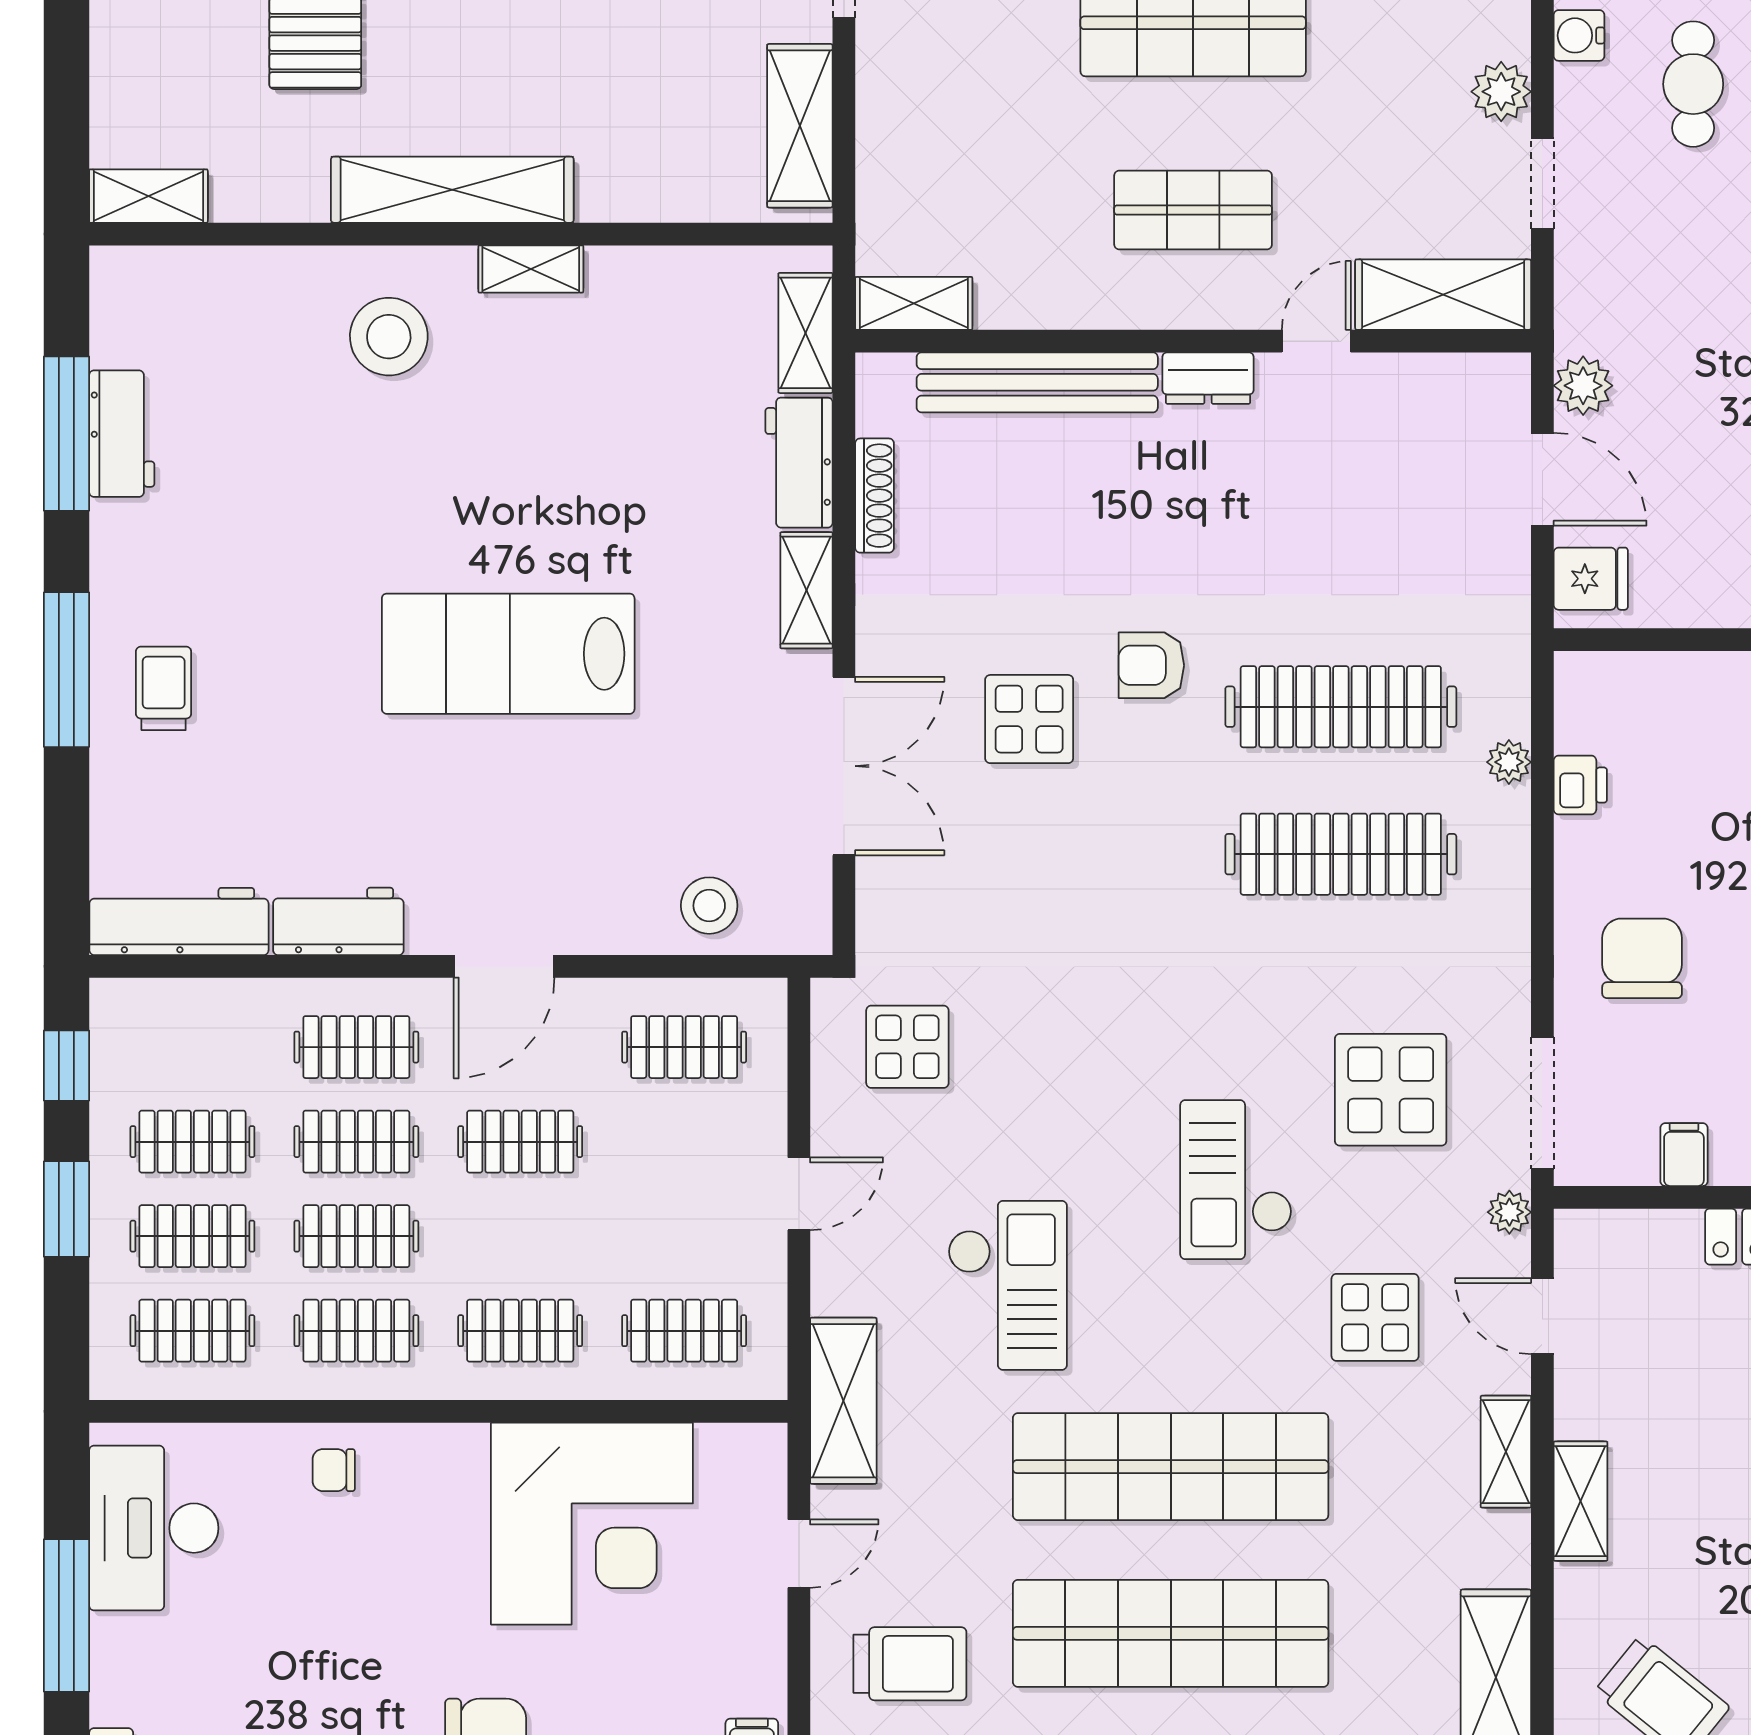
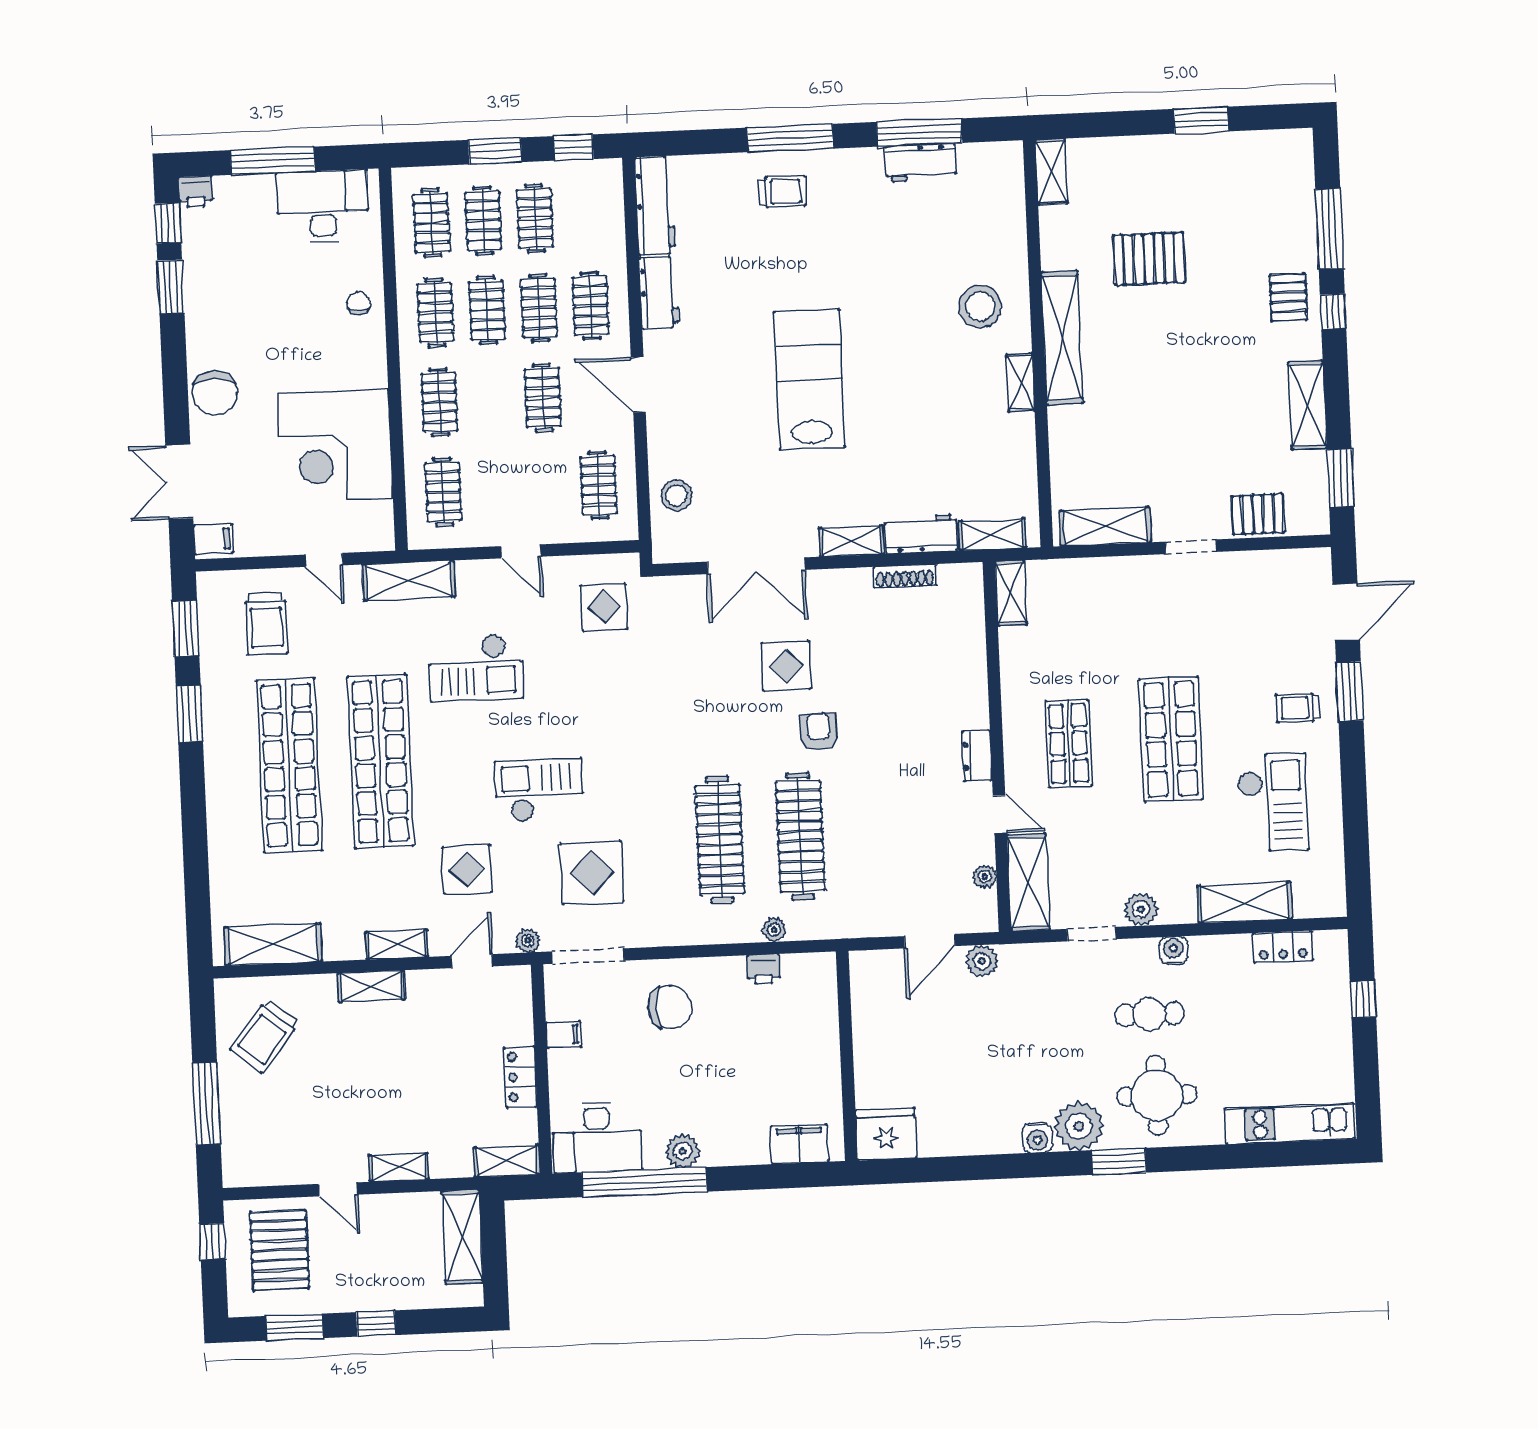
plant: (1429, 374) -> (985, 877), added
bench: (1037, 382) -> (971, 662), removed
fridge: (1591, 579) -> (876, 970), removed

